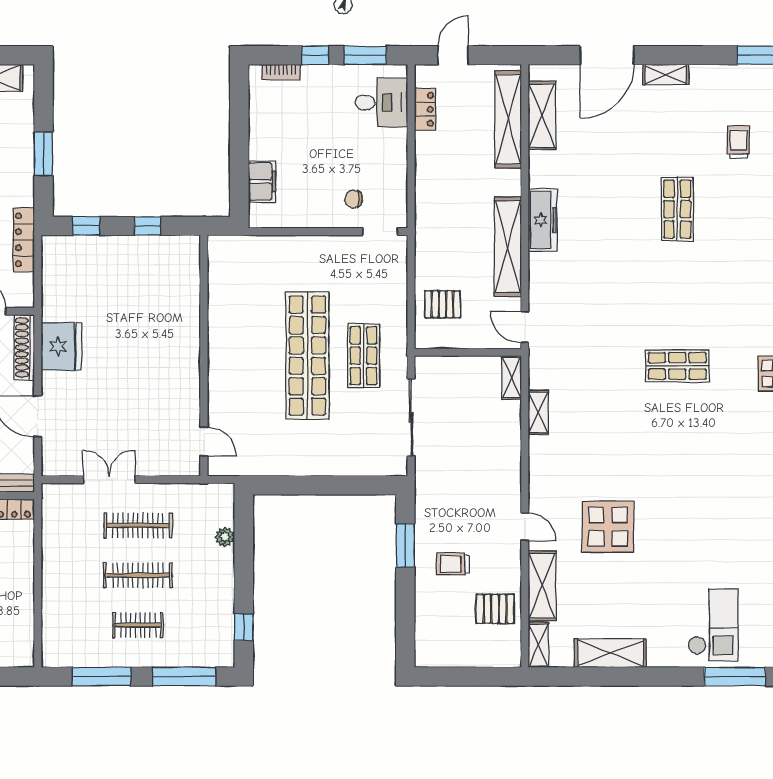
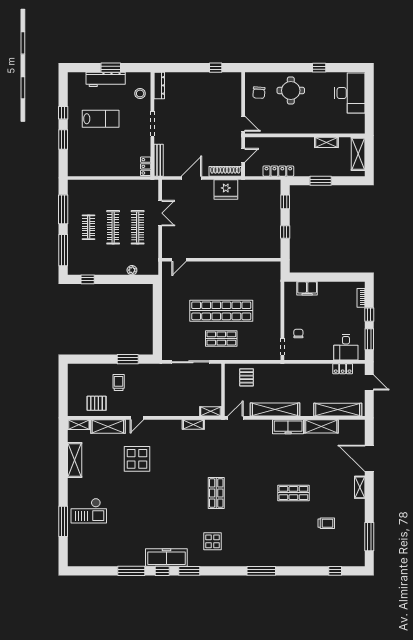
shelving: (542, 115) -> (321, 426), moved
pallet: (495, 609) -> (97, 403), turned 90

